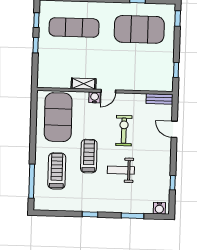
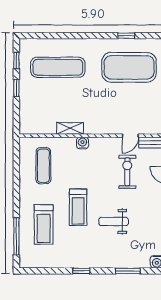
door: (108, 91) -> (130, 136), moved
exercise mat: (58, 117) -> (43, 166), width x0.50, depth x0.69
exercise bike: (124, 131) -> (127, 172), moved
treadmill: (89, 156) -> (78, 207), turned 180
treadmill: (57, 171) -> (44, 224), turned 180

